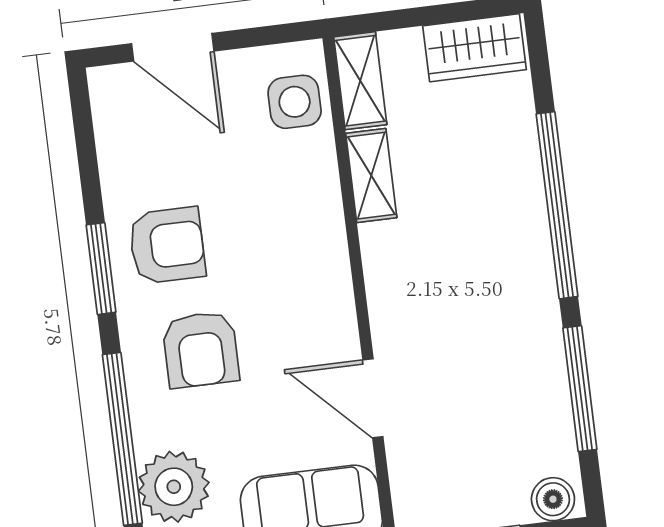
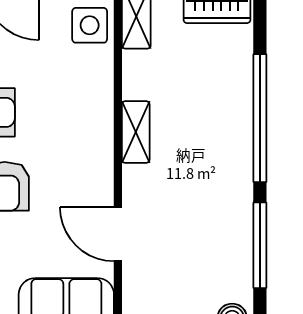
shelving: (371, 176) -> (136, 132), moved

